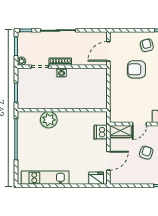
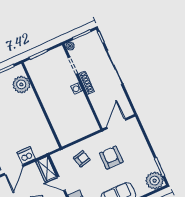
armchair: (147, 45) -> (82, 159), moved
door: (108, 51) -> (116, 124), hinge flipped
plant: (49, 120) -> (21, 84), moved
dishwasher: (101, 132) -> (26, 156), moved
door: (108, 161) -> (14, 170), hinge flipped

